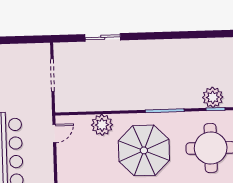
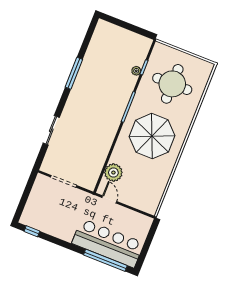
window: (176, 35) -> (74, 73), added
plant: (213, 97) -> (136, 71), width x0.53, depth x0.53
plant: (102, 125) -> (113, 173), moved

